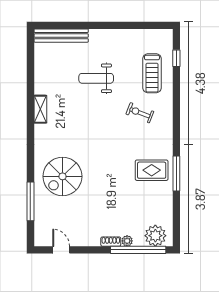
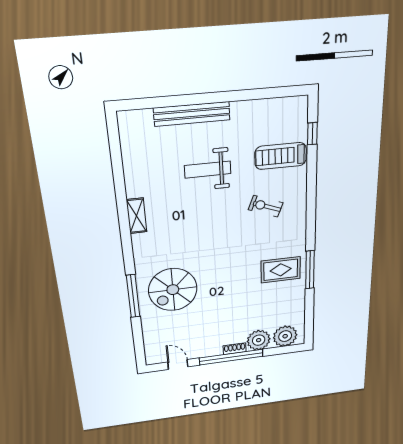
bench: (61, 36) -> (192, 114), moved
treadmill: (152, 73) -> (281, 156), turned 90
window: (30, 201) -> (133, 296), moved
plant: (127, 241) -> (259, 340), width x1.88, depth x1.88
window: (138, 250) -> (231, 357), moved

